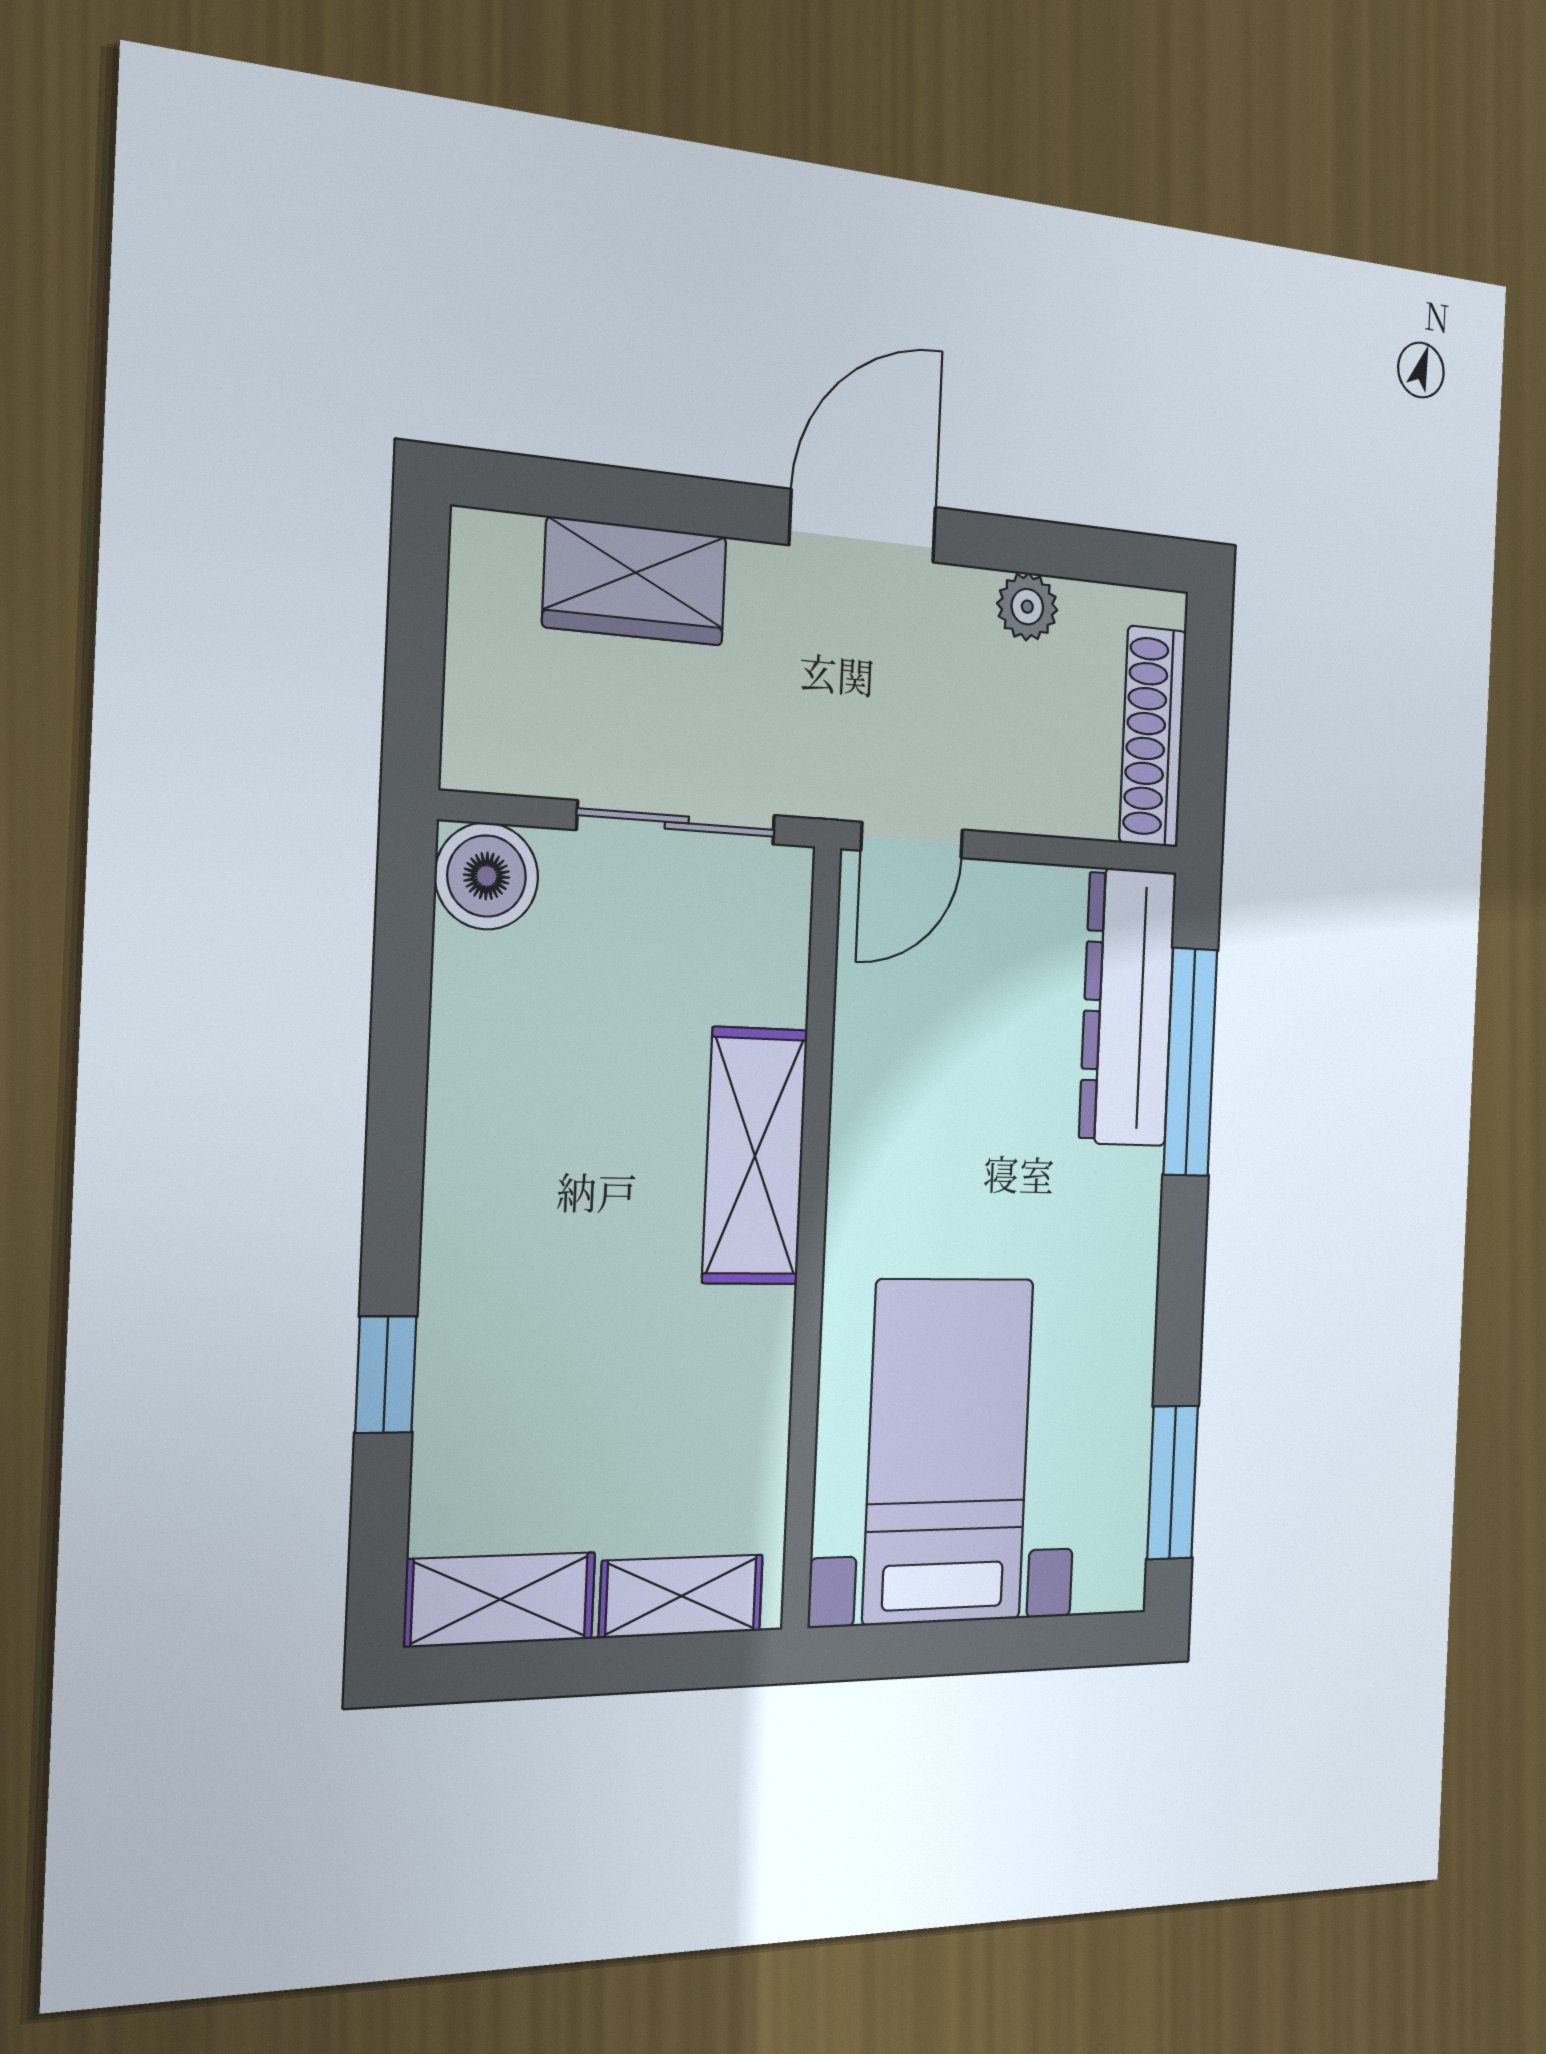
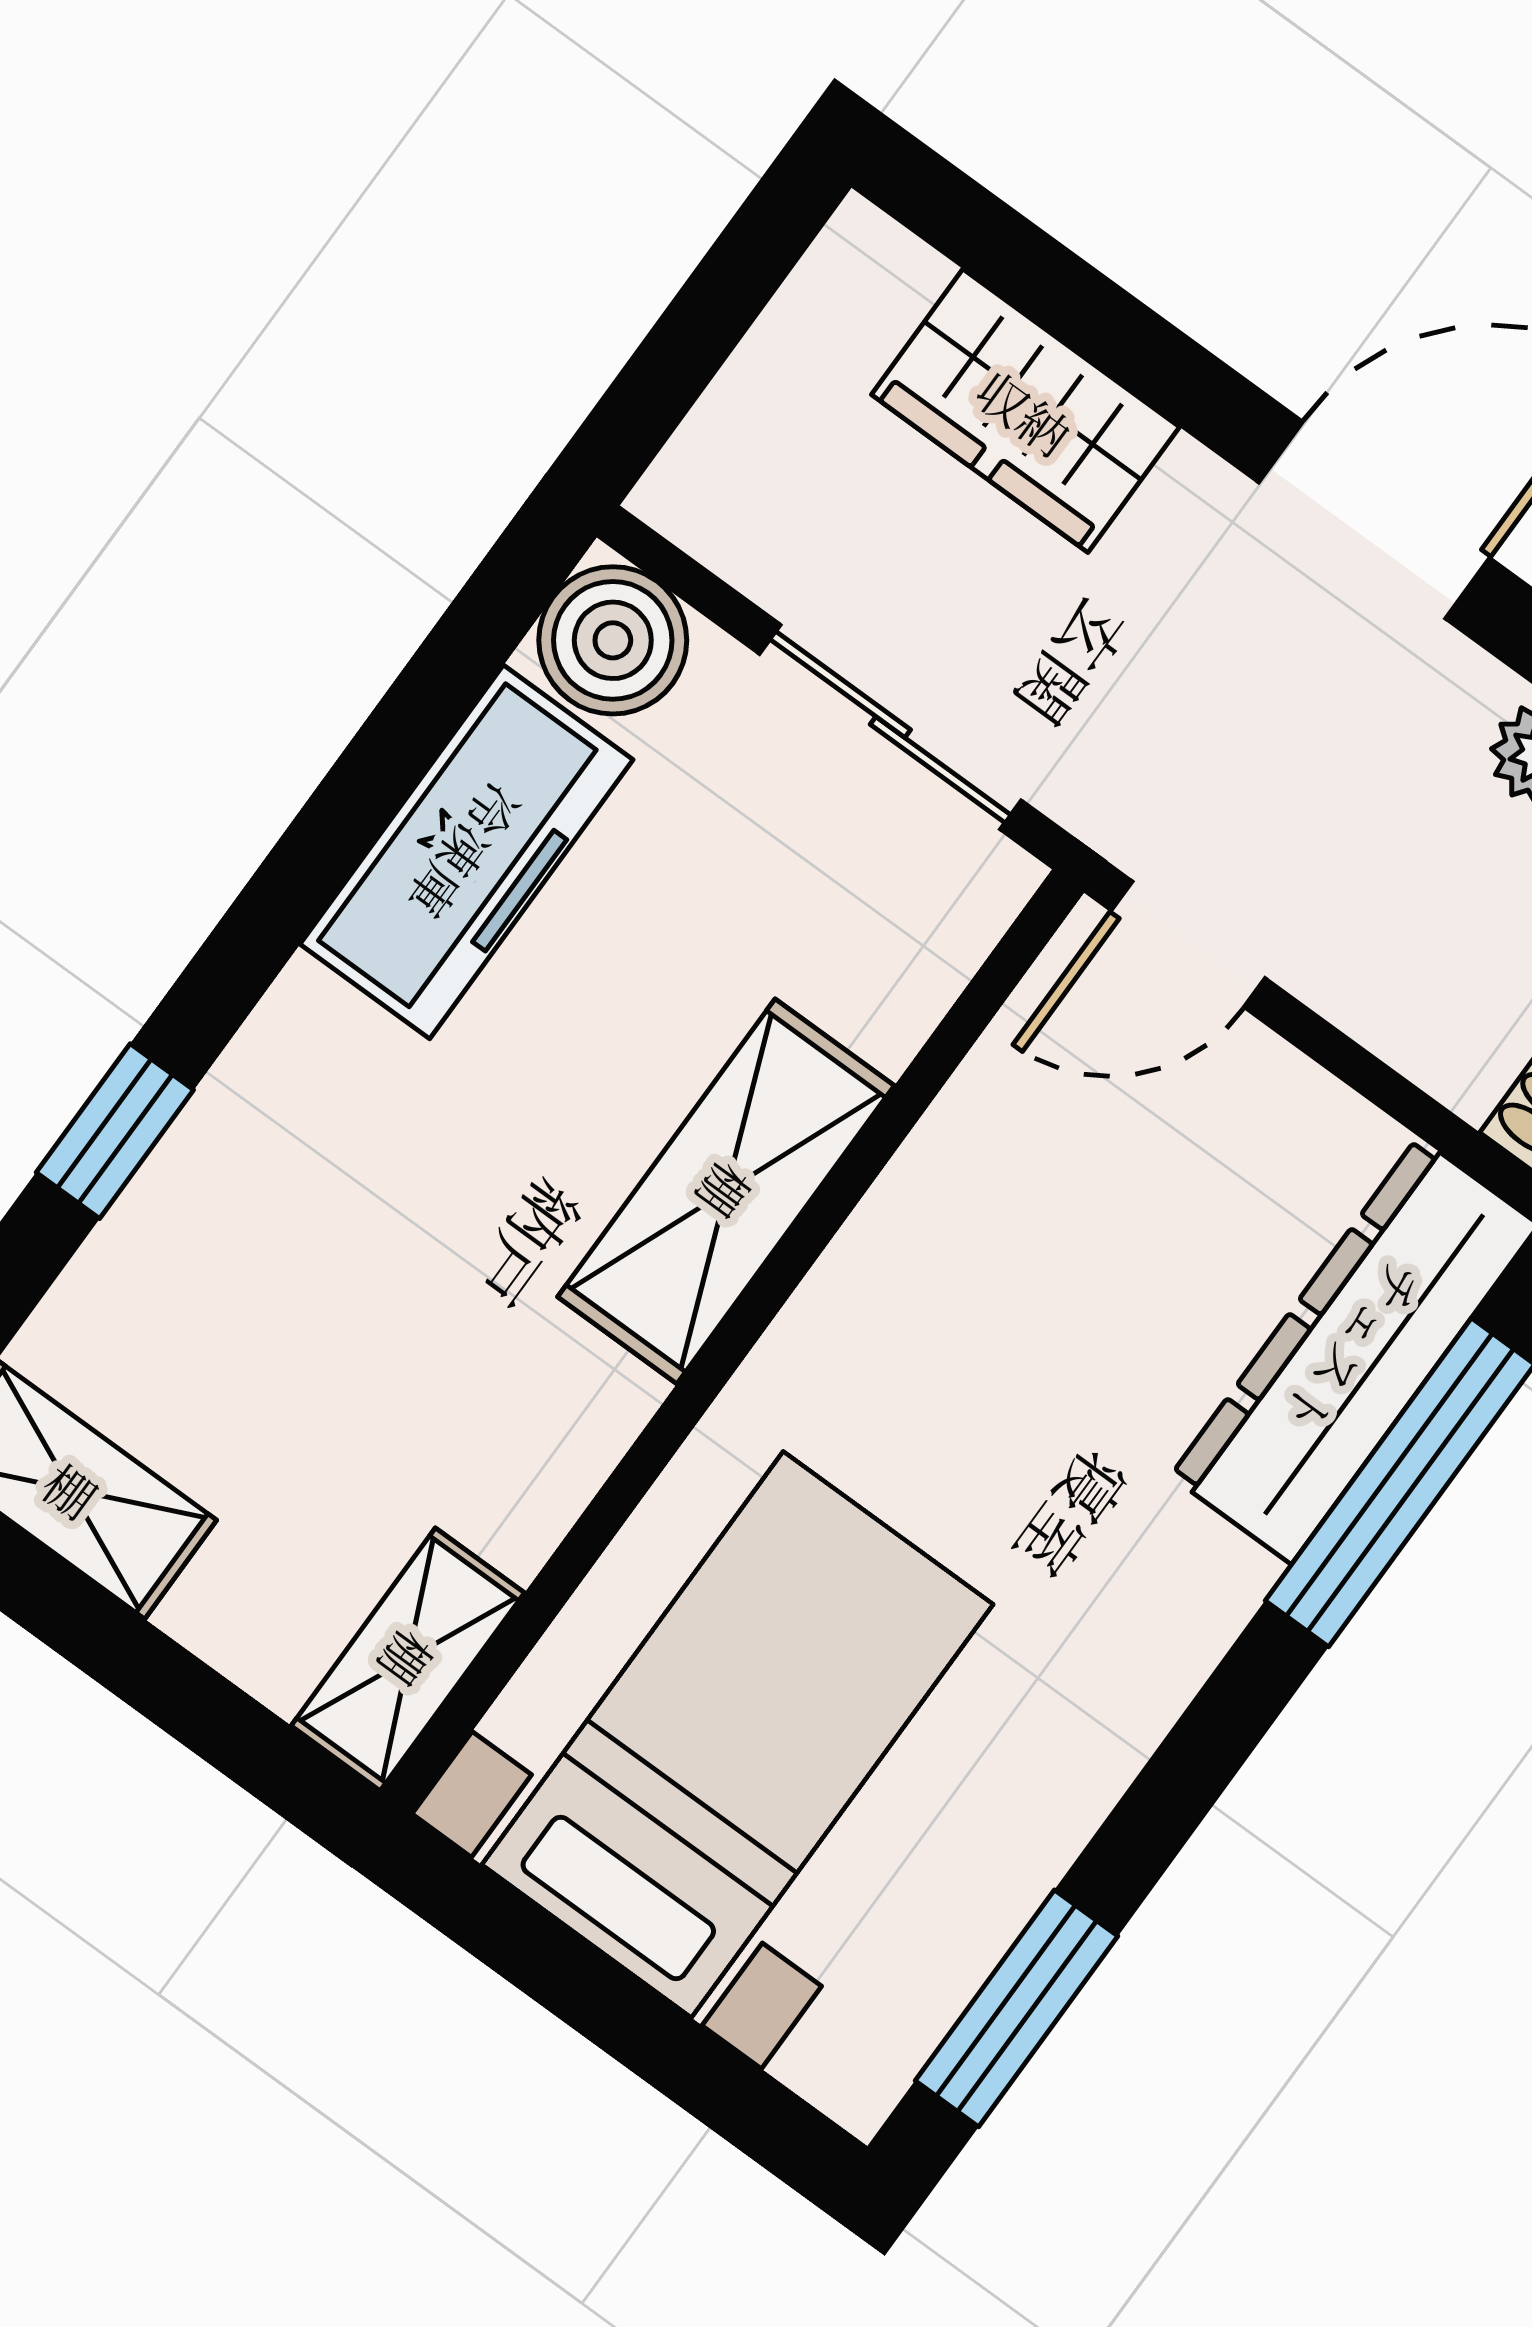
freezer: (483, 1062) -> (466, 852), added
shelving: (681, 1596) -> (408, 1659), moved, turned 90

